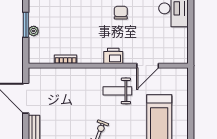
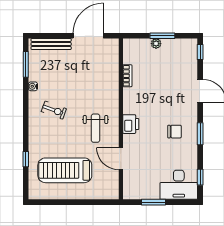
window: (191, 33) -> (154, 202), added
weight bench: (117, 91) -> (96, 128), turned 180

